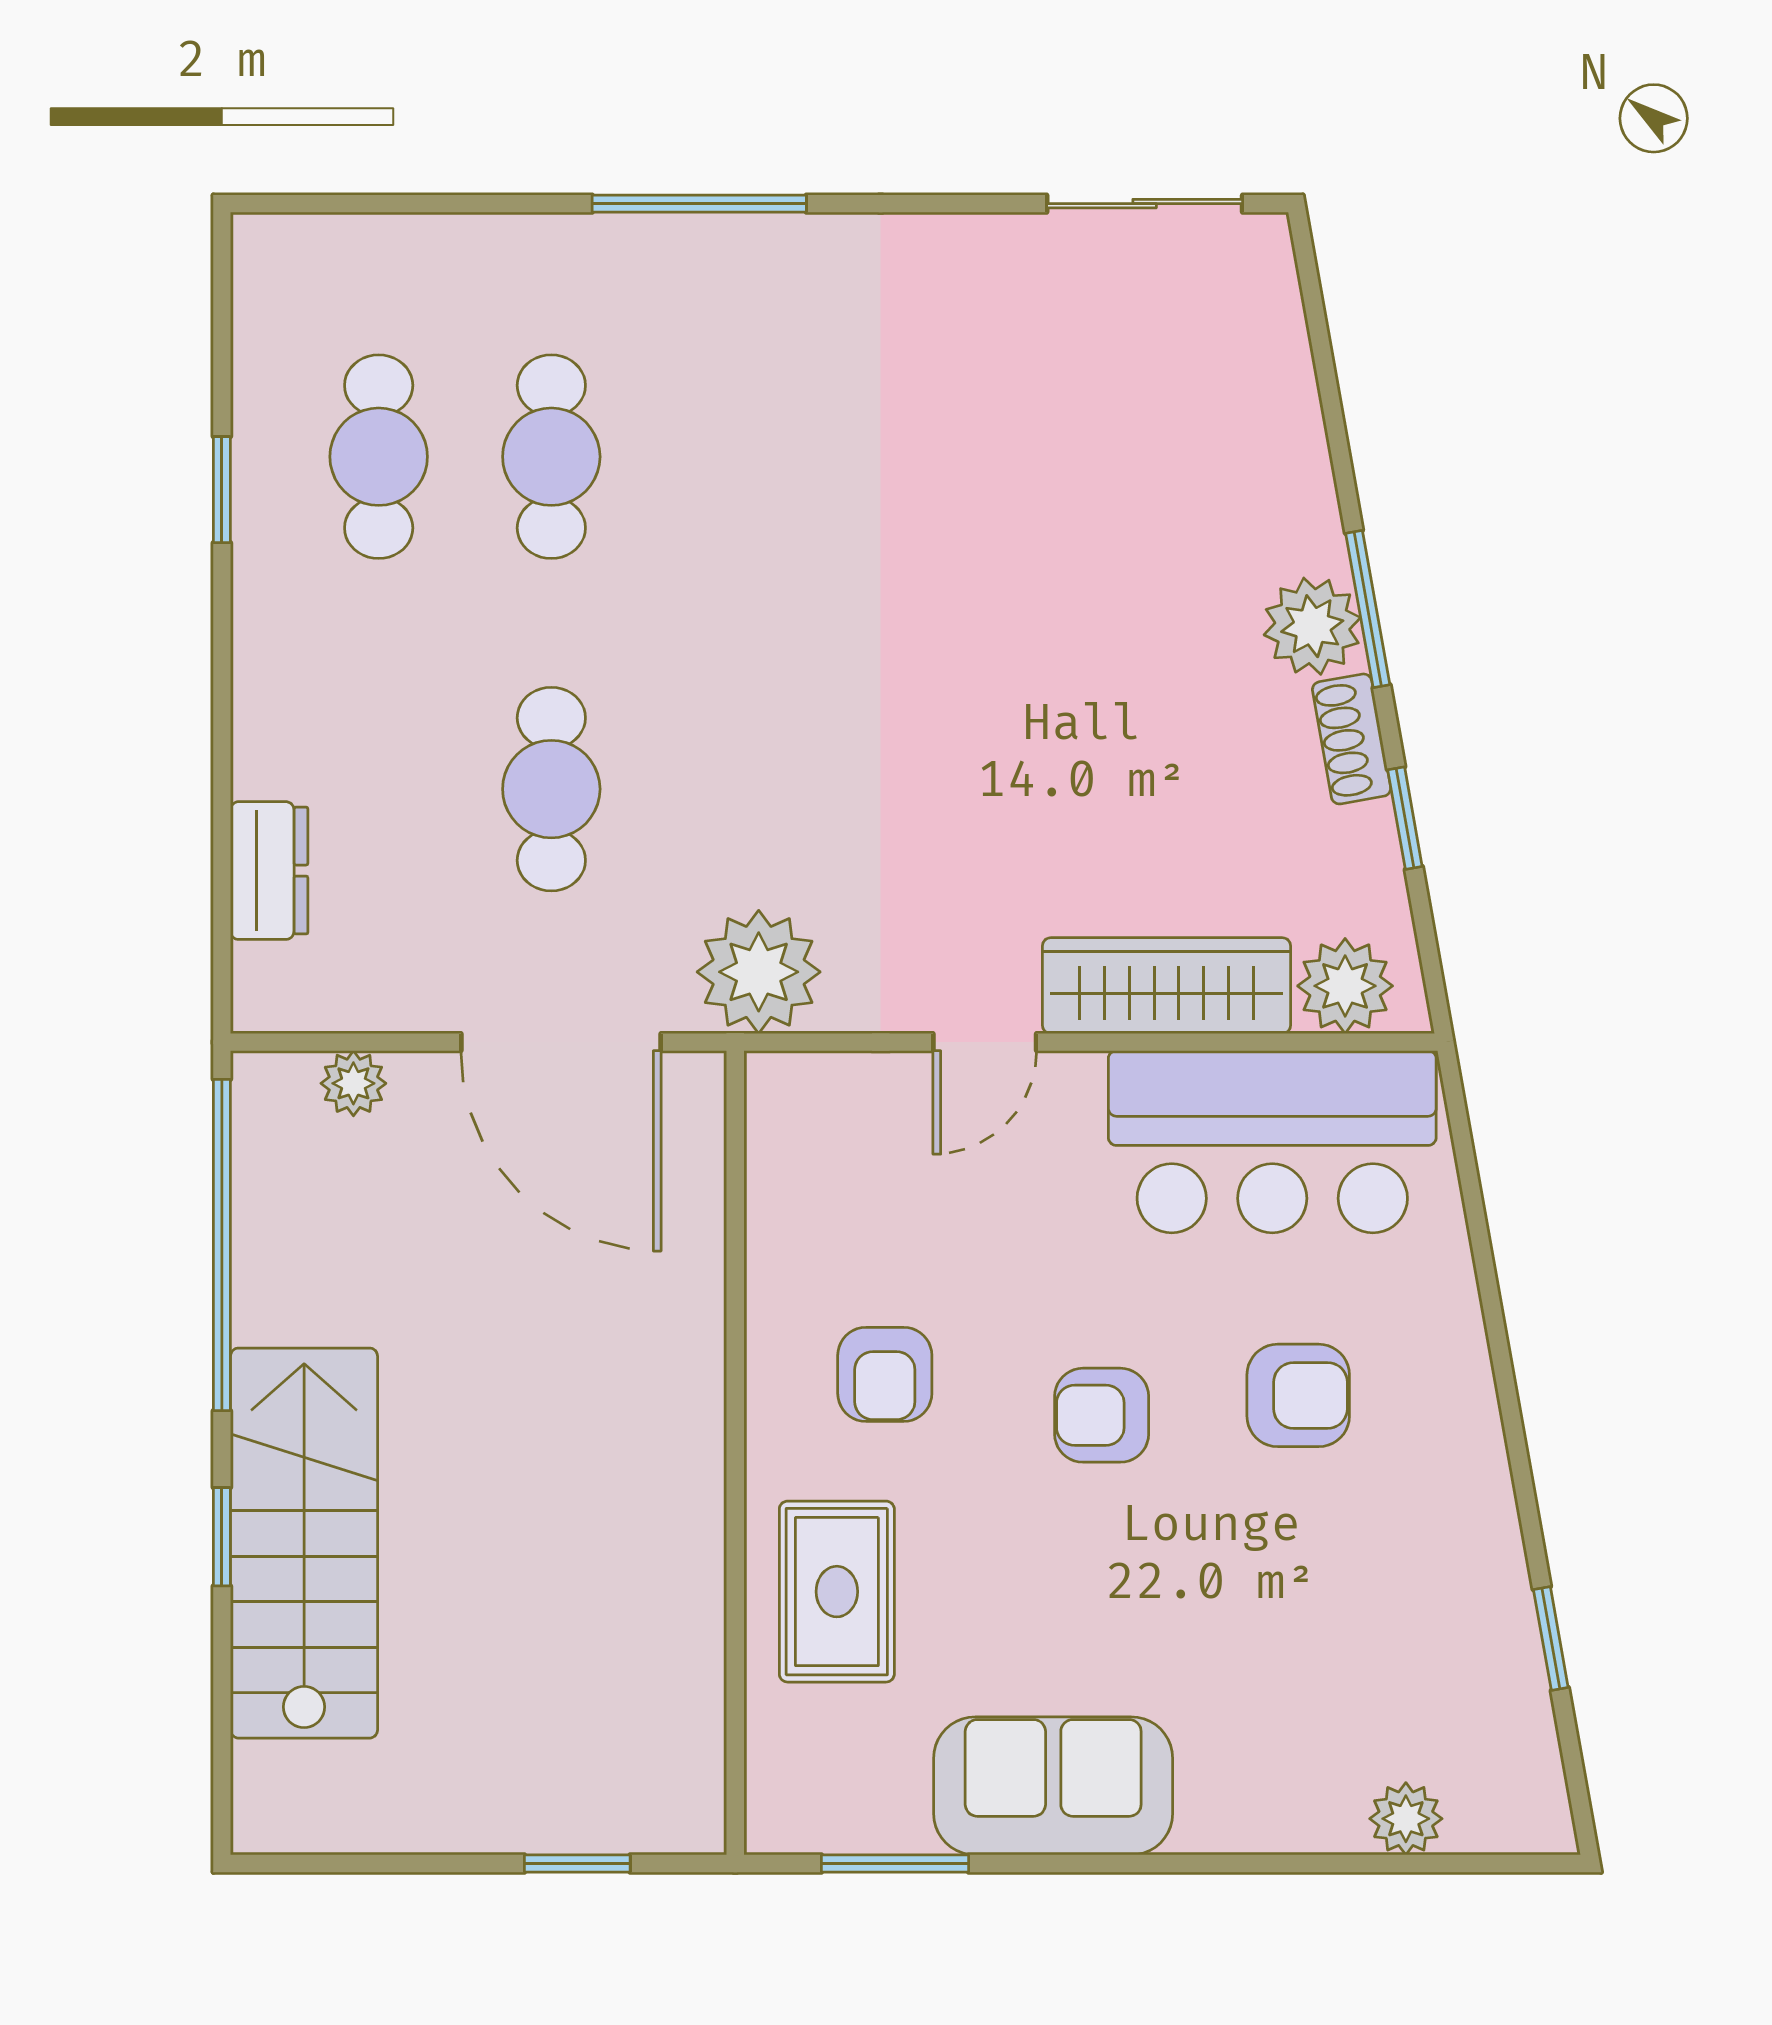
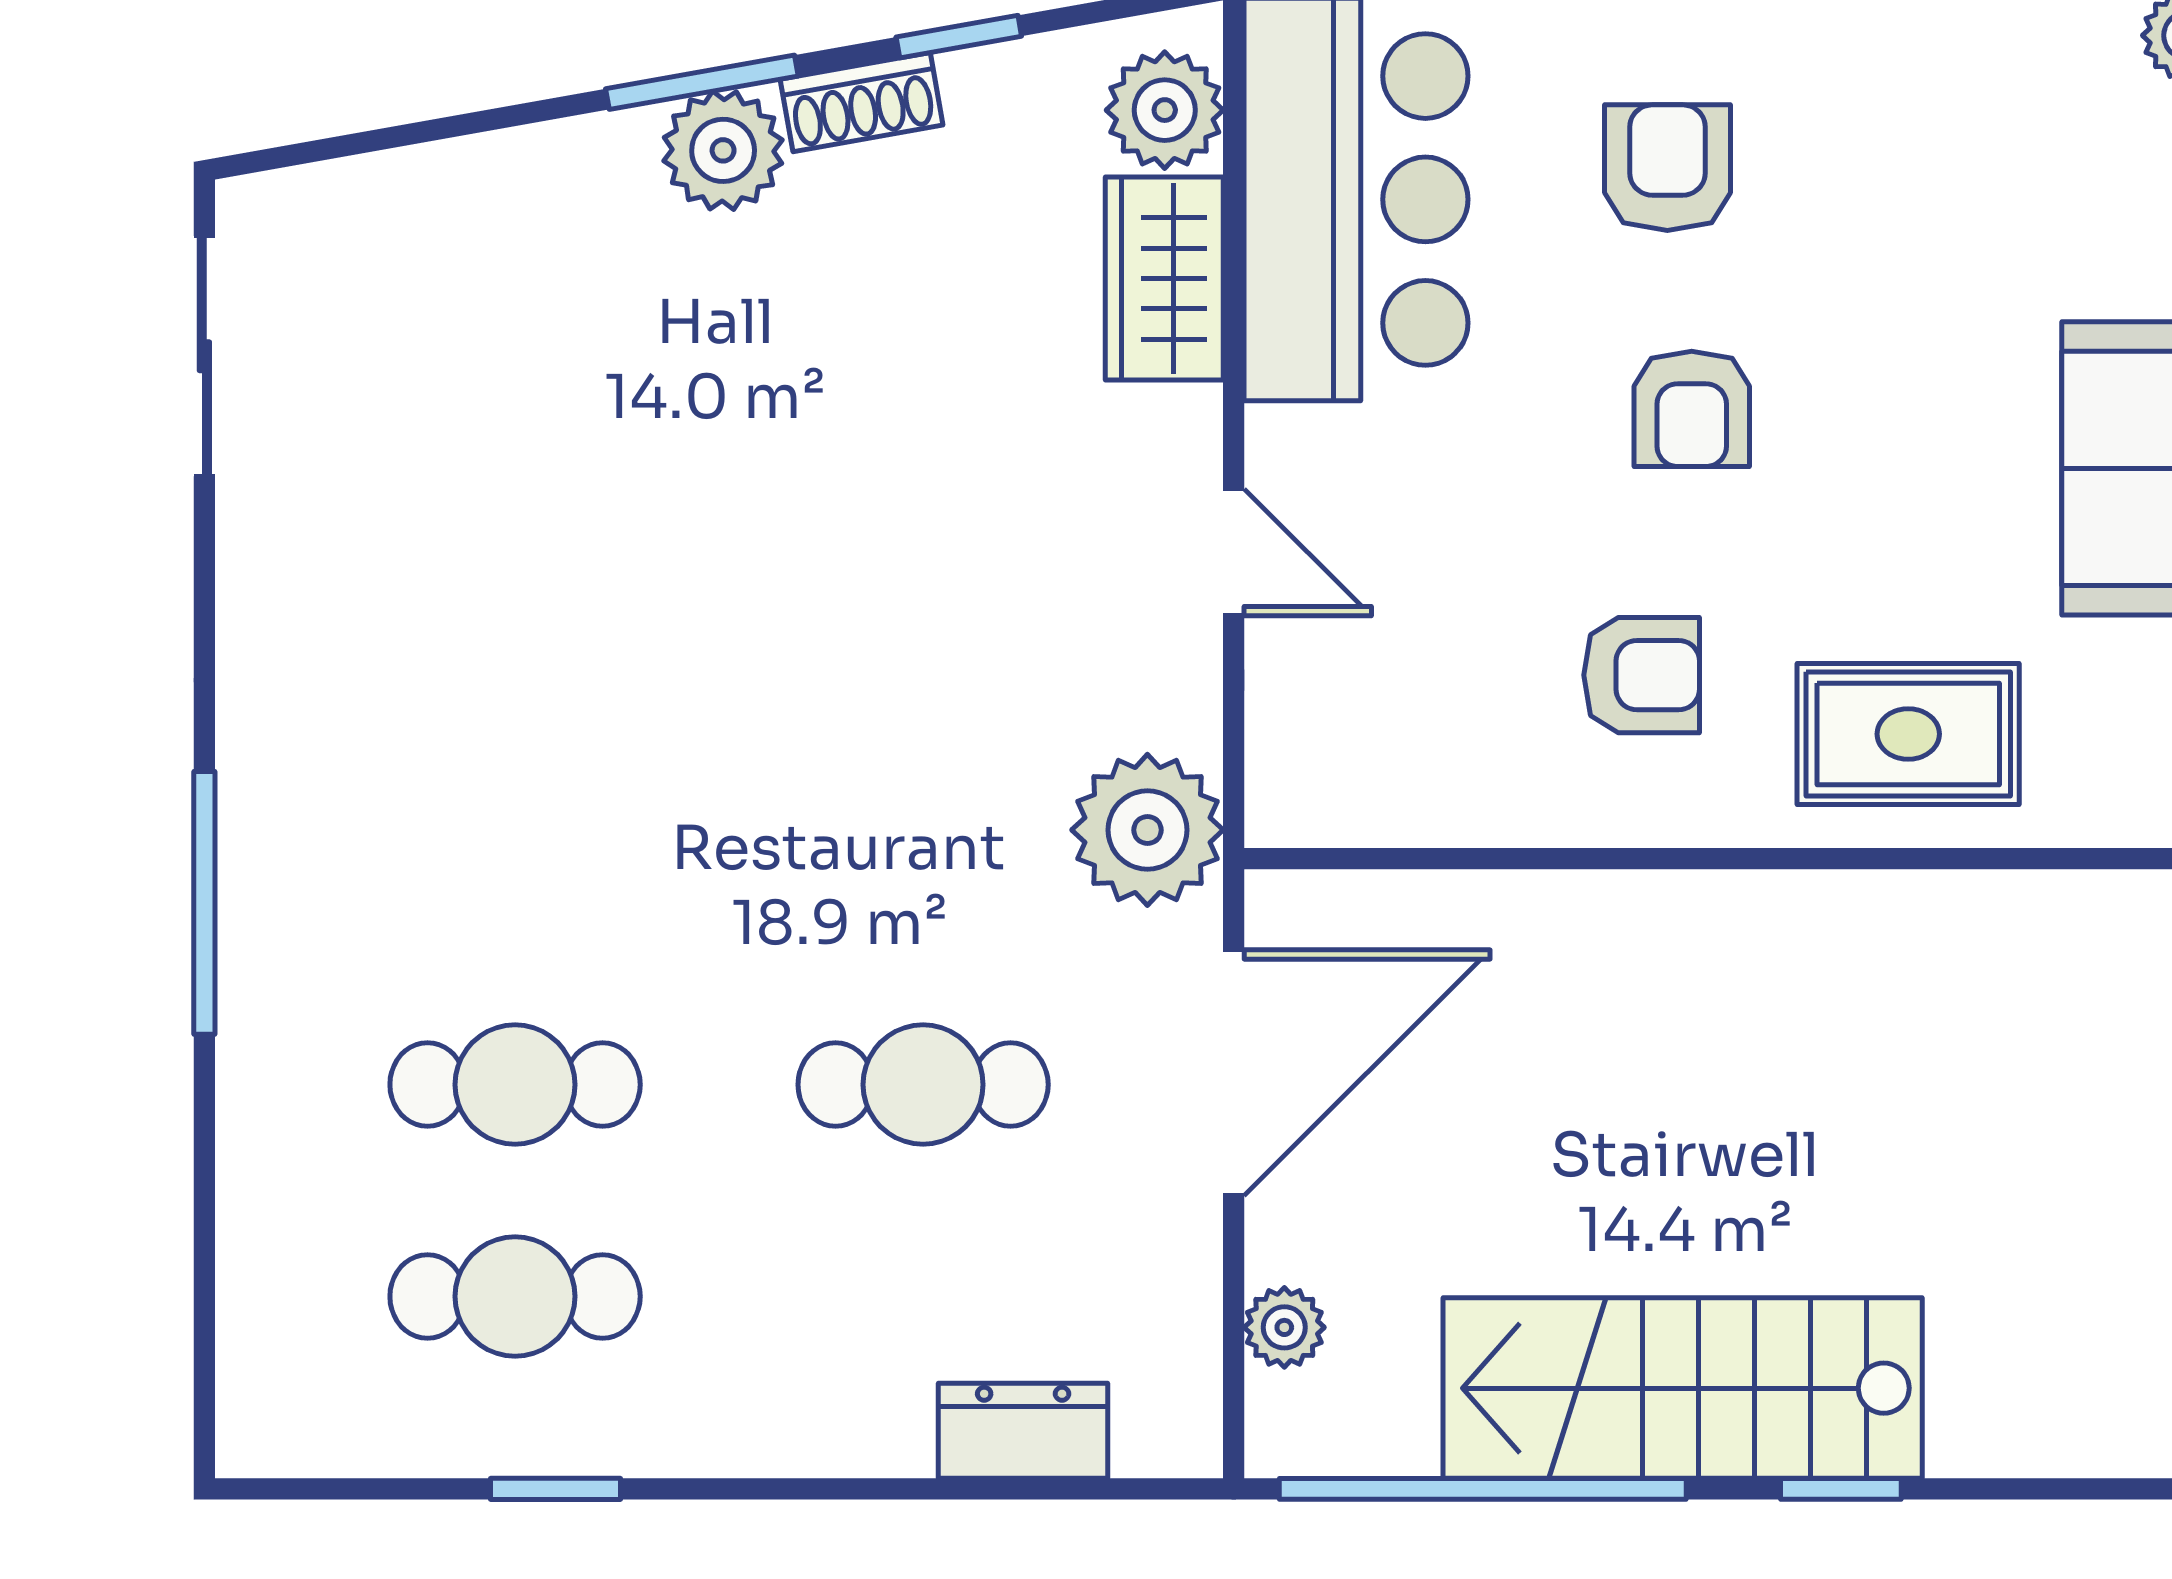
wardrobe: (1167, 986) -> (1164, 279), width x0.67
stairs: (304, 1543) -> (1683, 1388), moved

